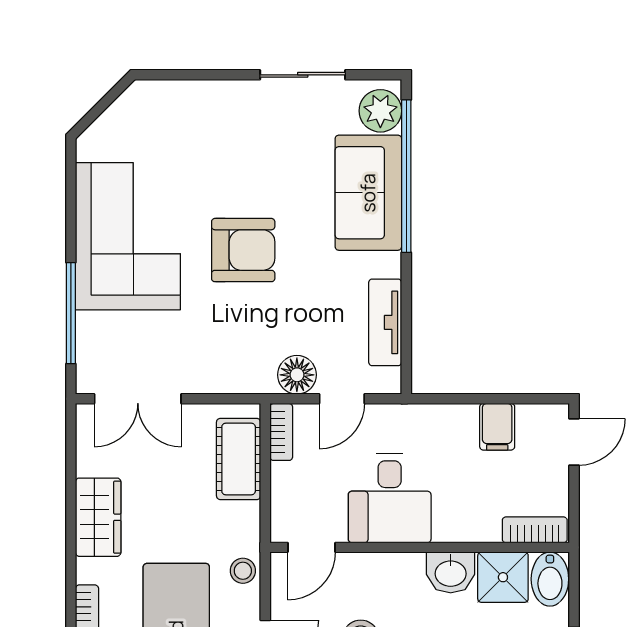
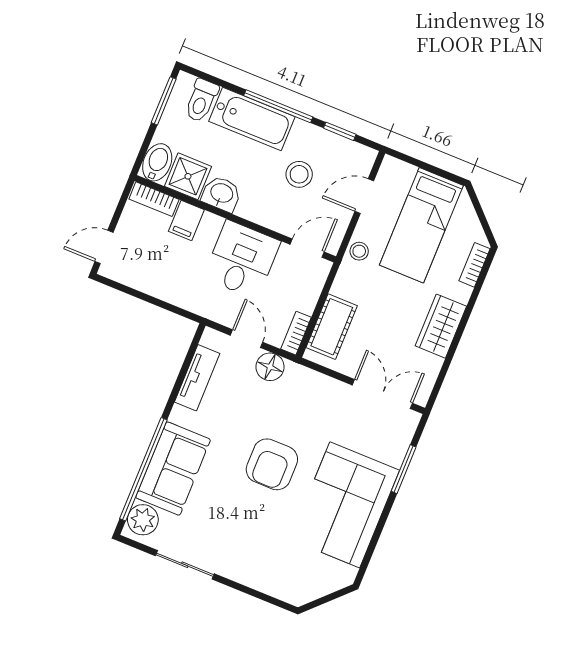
armchair: (243, 250) -> (272, 464), turned -90
window: (71, 313) -> (404, 469), width x0.69
door: (342, 399) -> (247, 339), hinge flipped
filing cabinet: (497, 427) -> (186, 221), moved, turned 180

